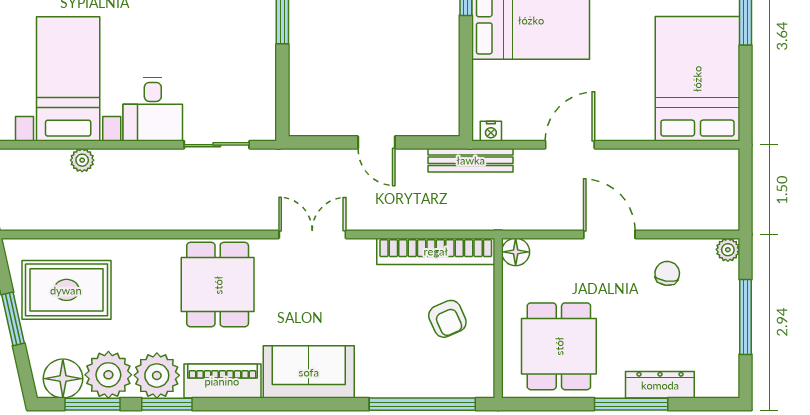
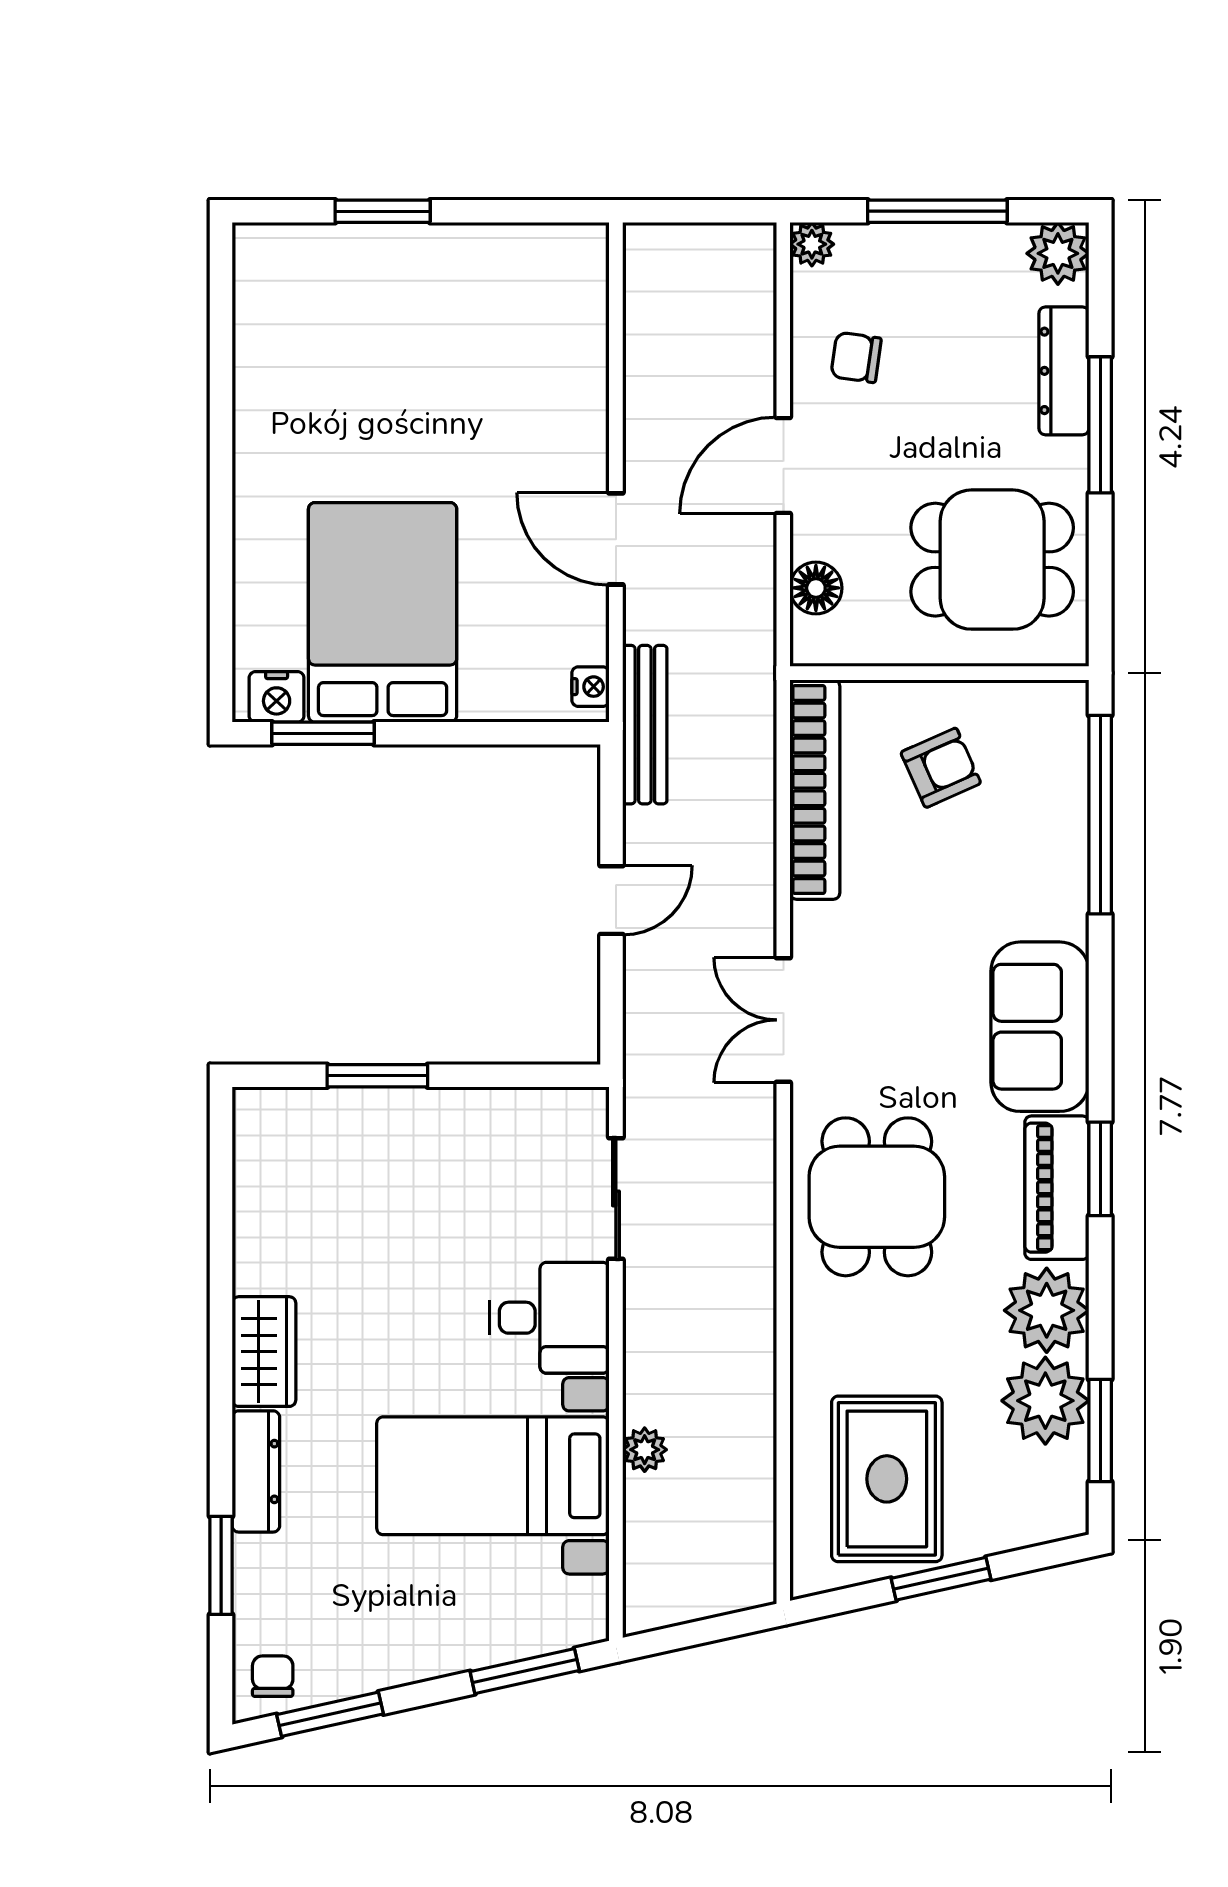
bed: (697, 79) -> (493, 301), removed
floor lamp: (516, 252) -> (816, 588), moved
dining table: (218, 285) -> (877, 1197), turned 90
floor lamp: (63, 379) -> (1052, 1485), removed
plant: (723, 382) -> (1058, 253), added
window: (167, 404) -> (1100, 1169), moved

